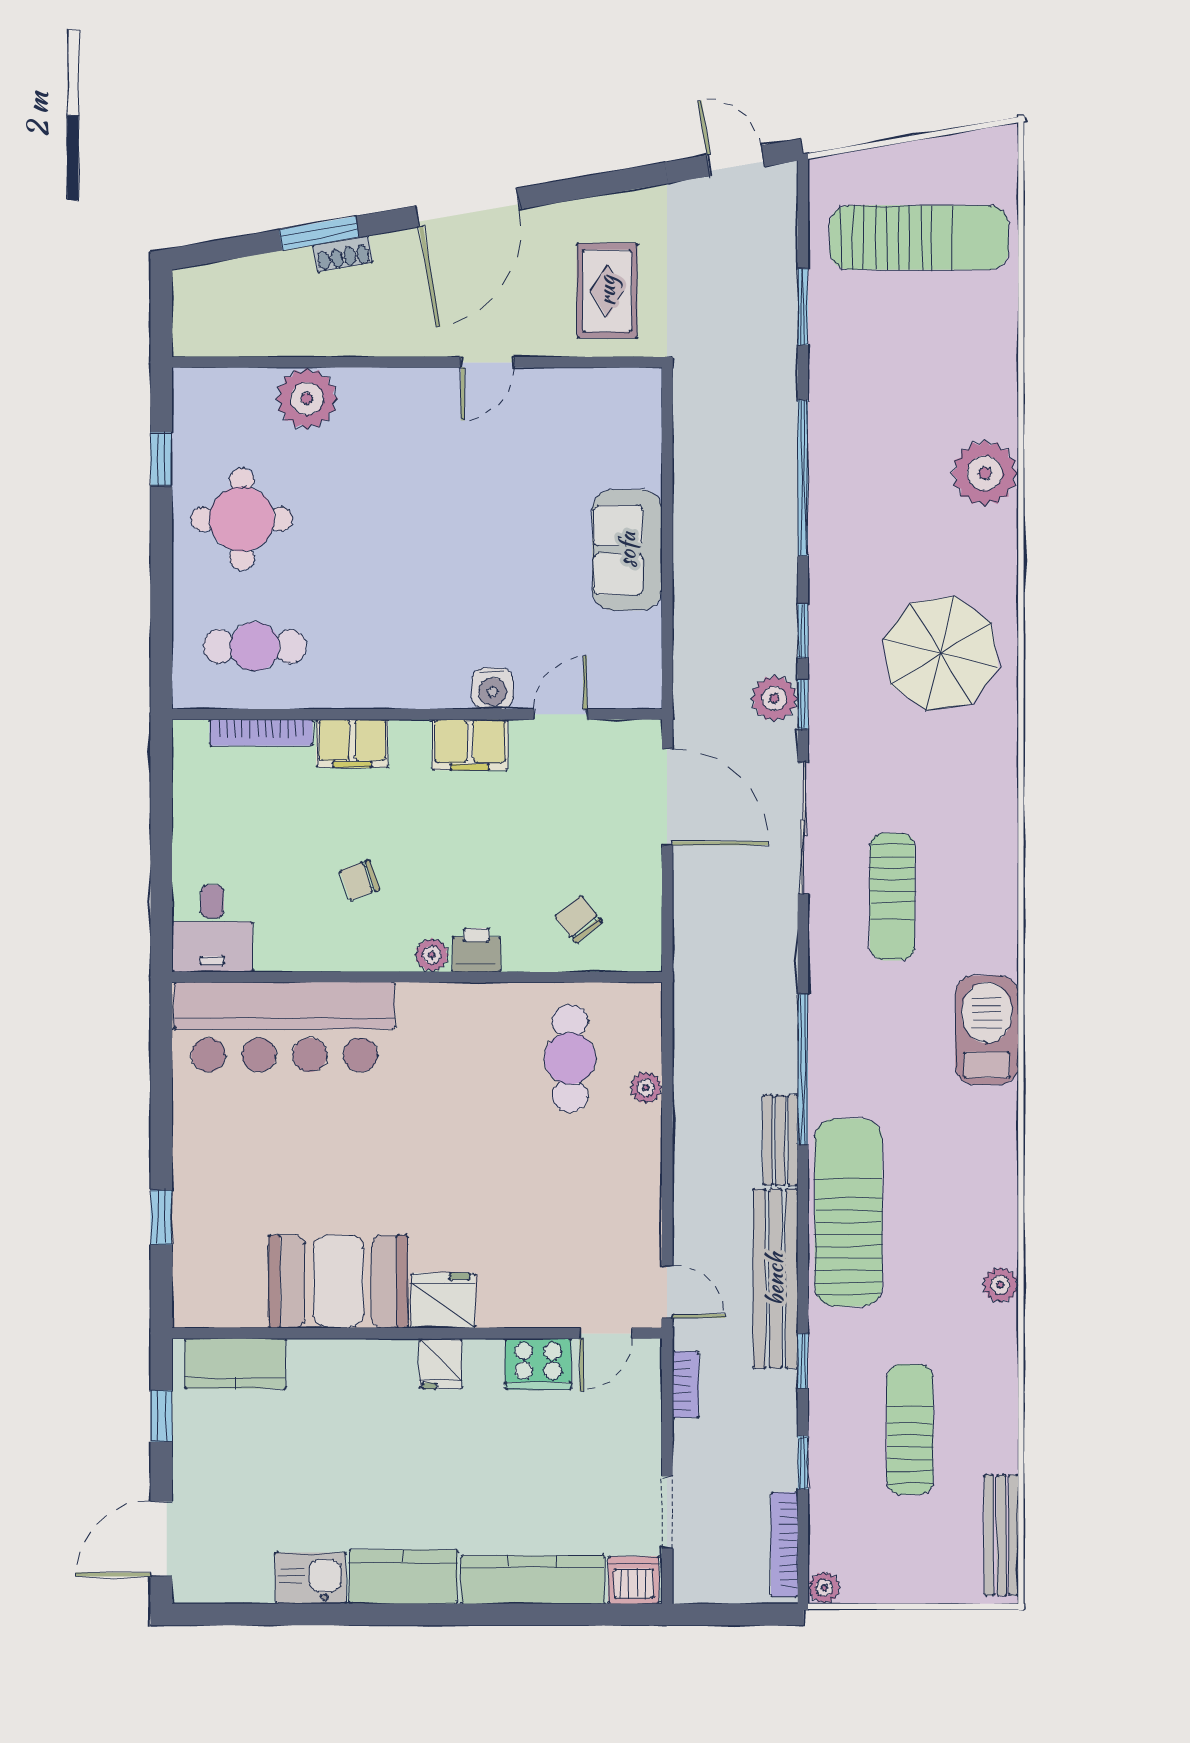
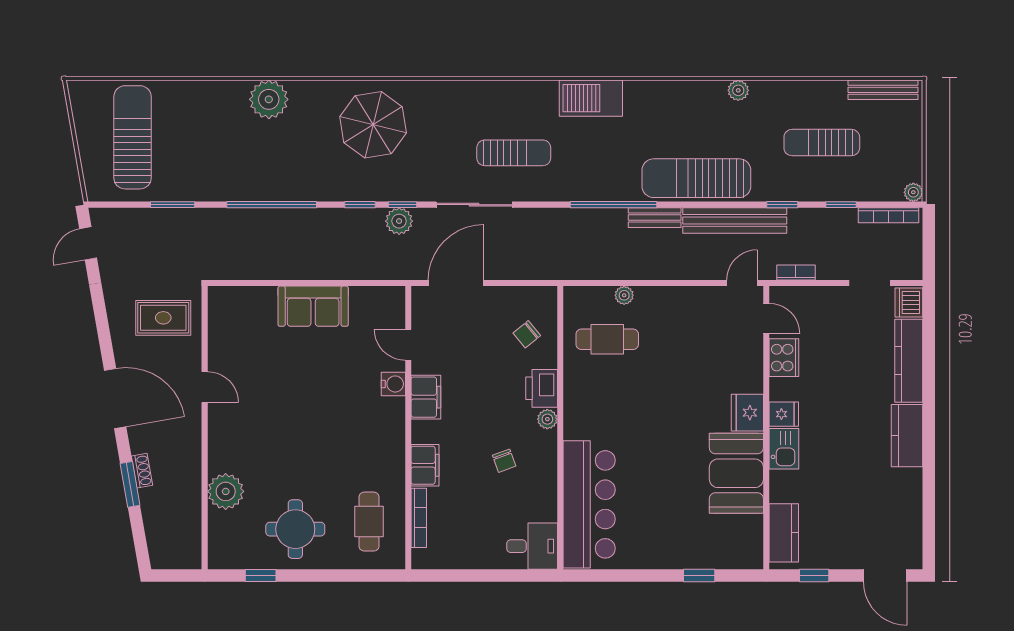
printer: (476, 950) -> (542, 388), width x1.36, depth x1.24
kitchen sink: (311, 1578) -> (784, 449), moved, turned 180

